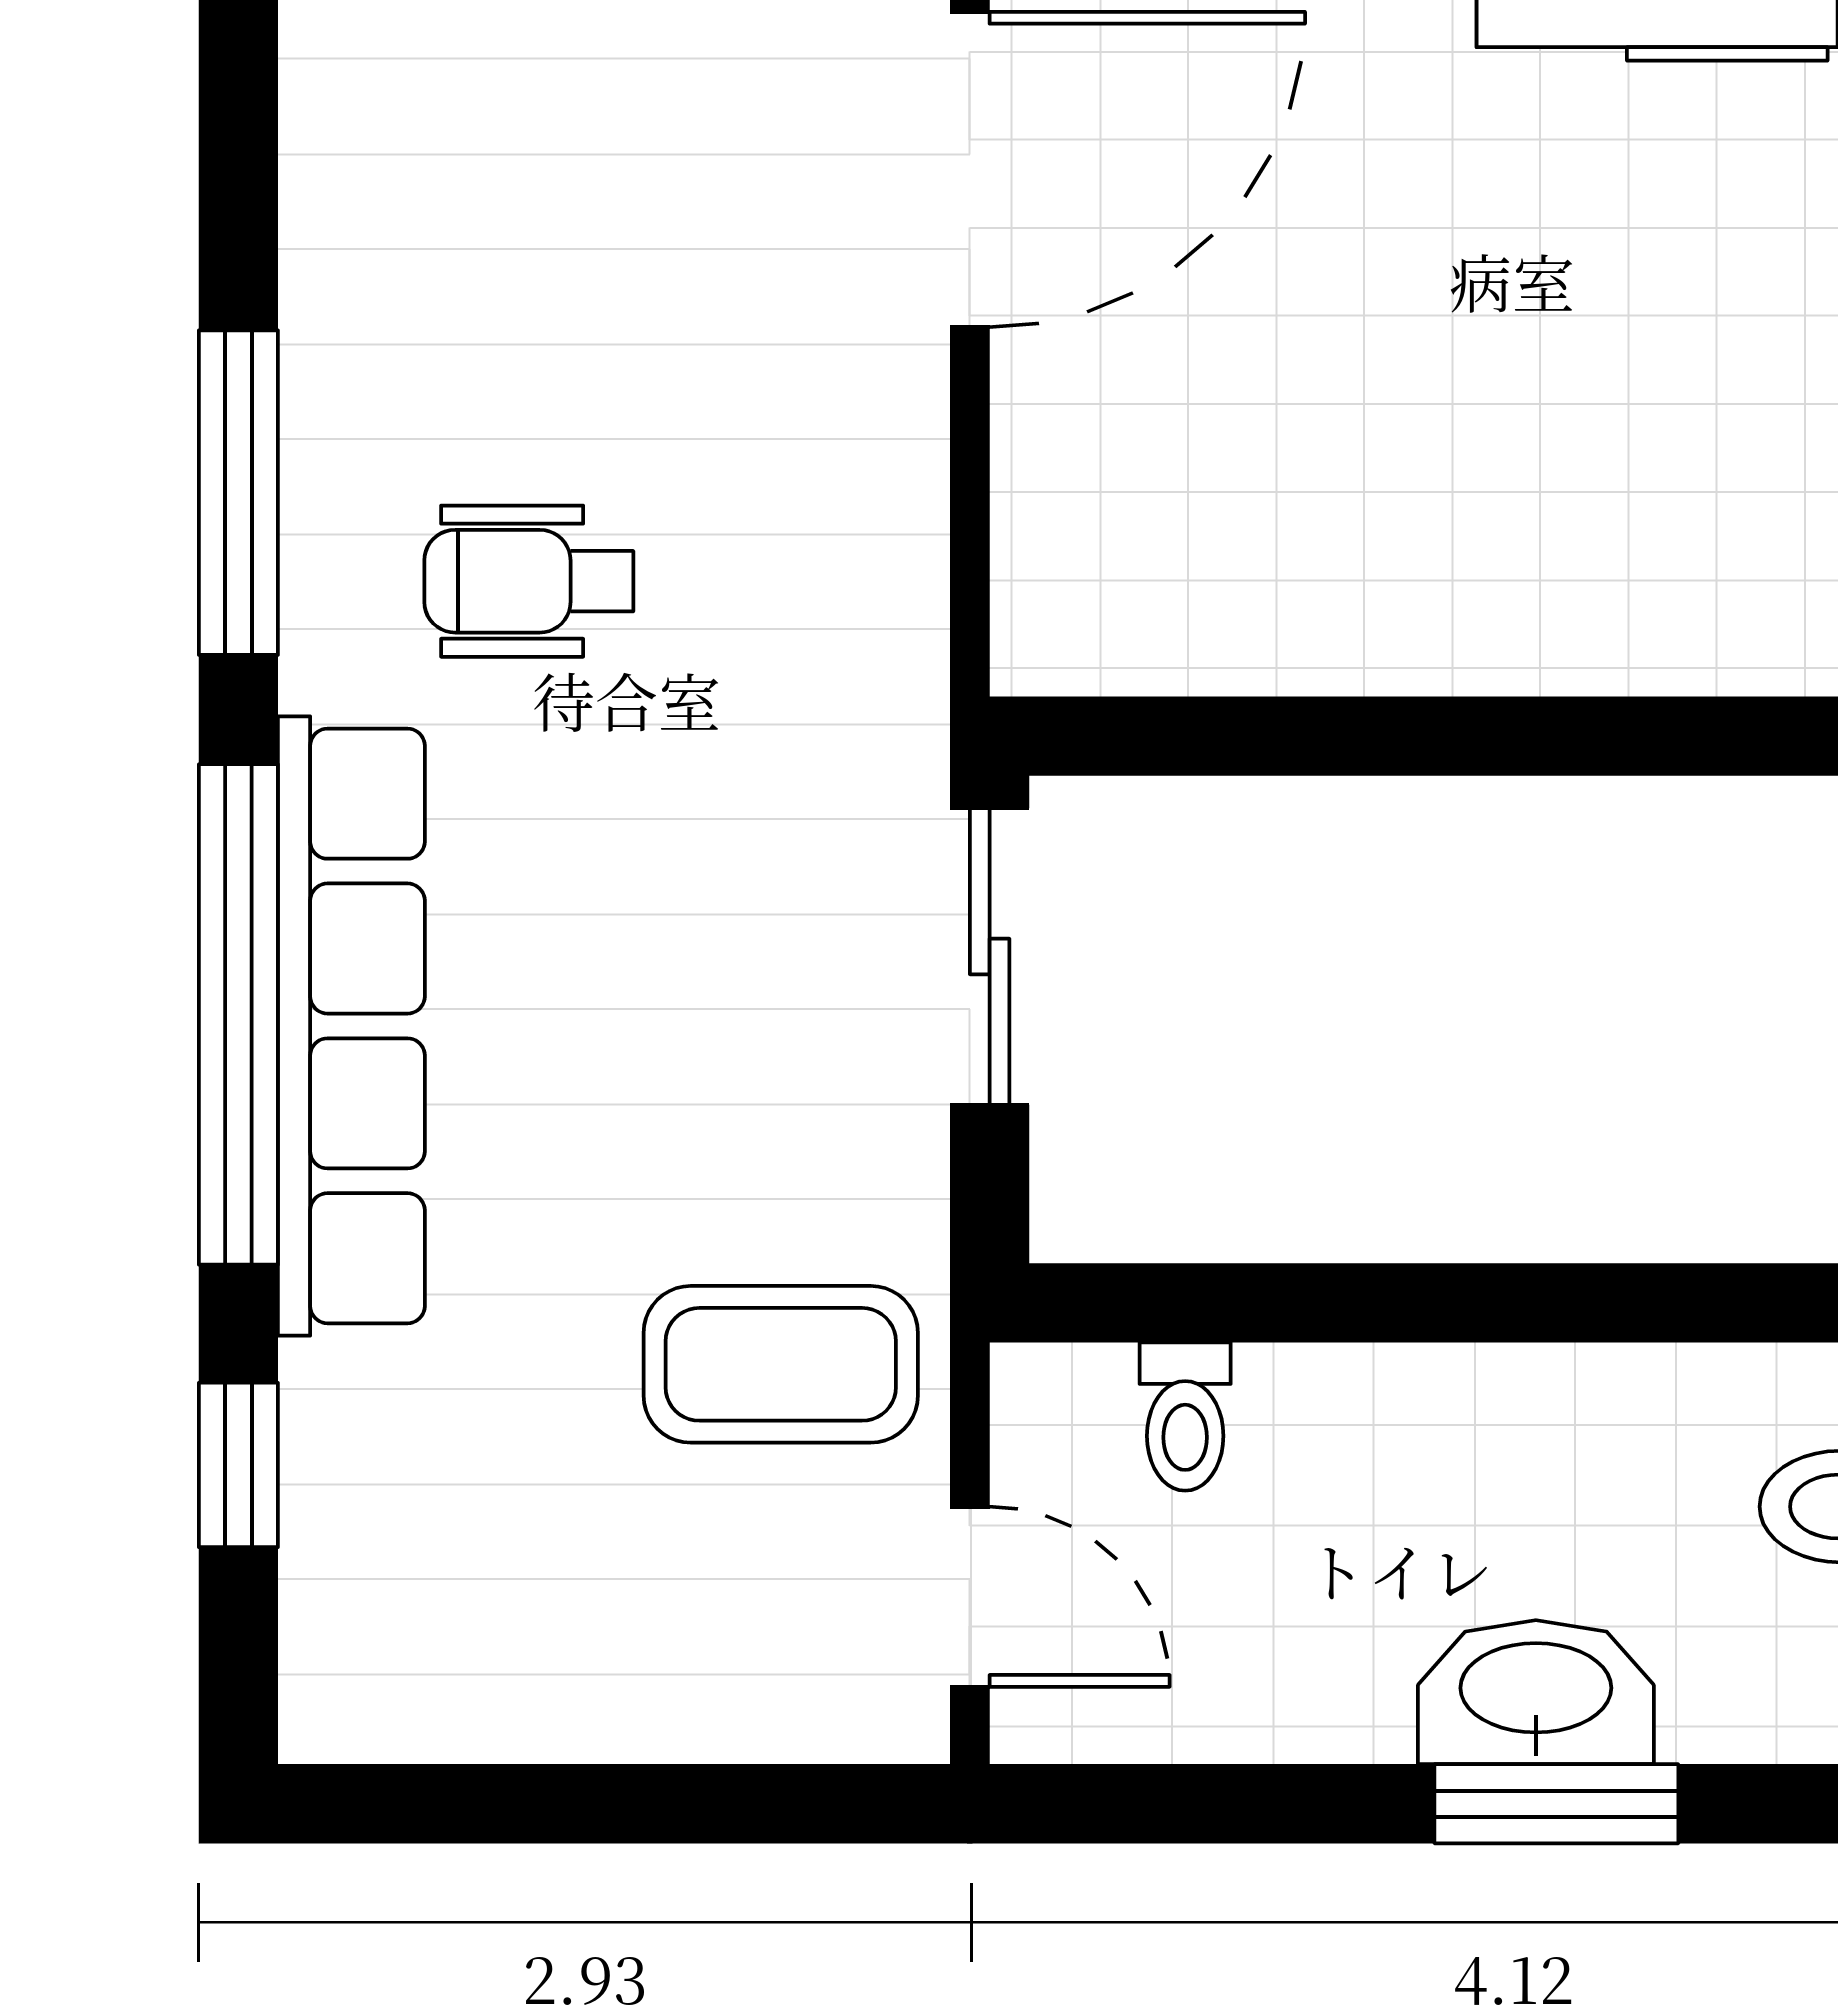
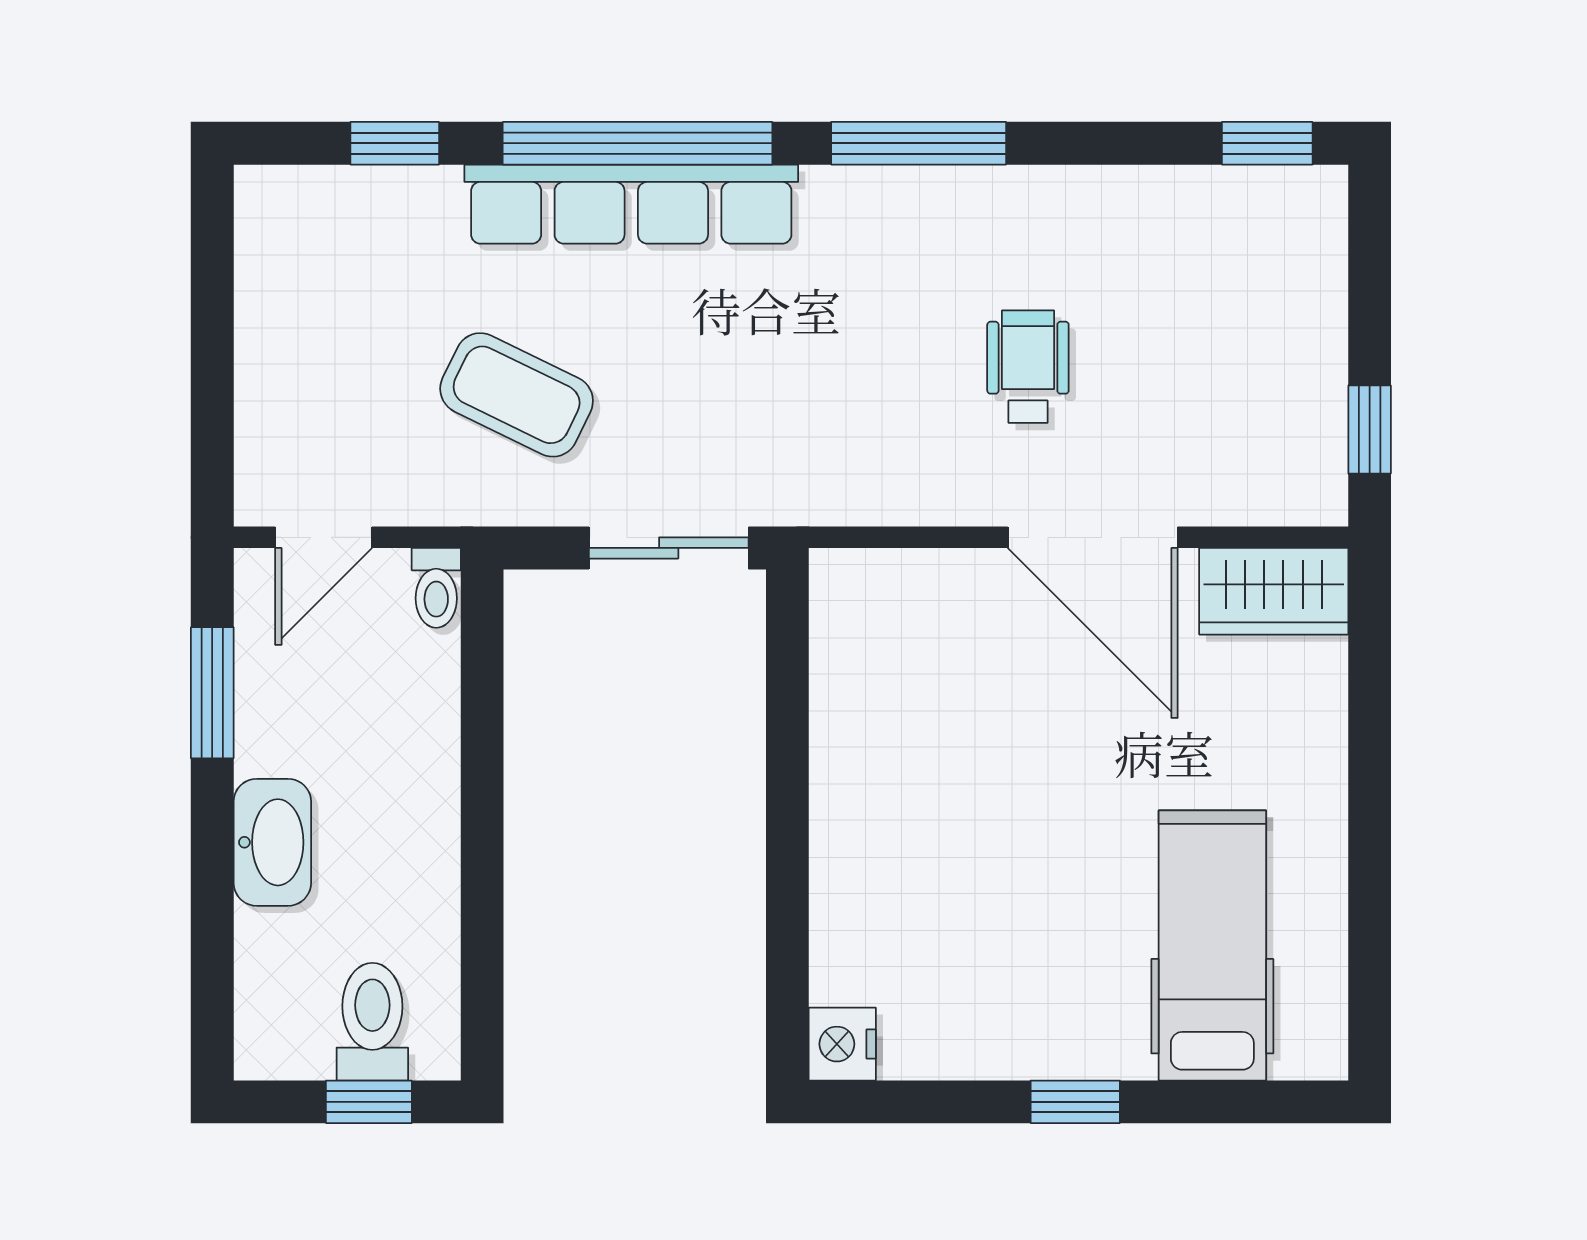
wheelchair: (529, 581) -> (1028, 367), moved
coffee table: (781, 1364) -> (517, 395), moved, turned -64
toilet: (1185, 1417) -> (436, 588), moved, turned -90
window: (1556, 1804) -> (212, 693), moved

